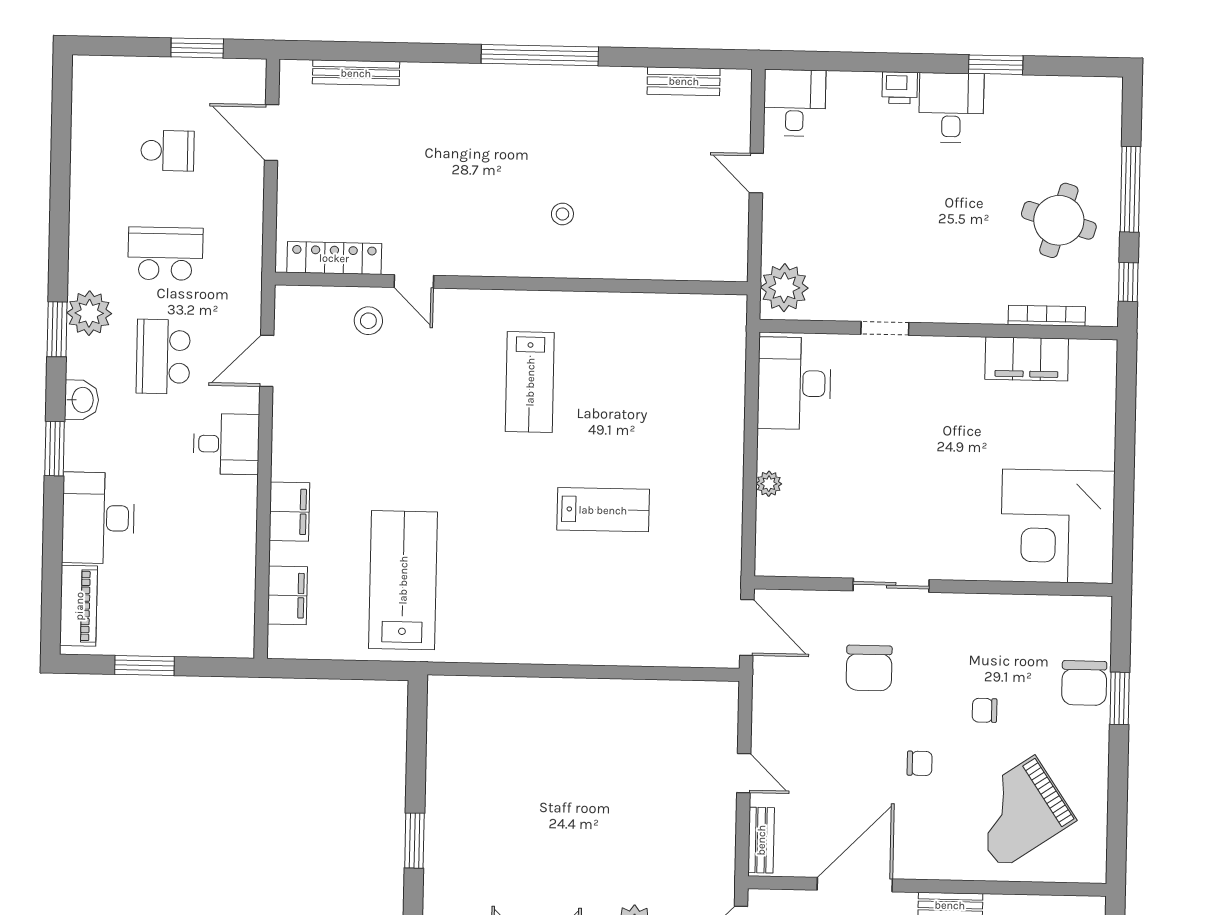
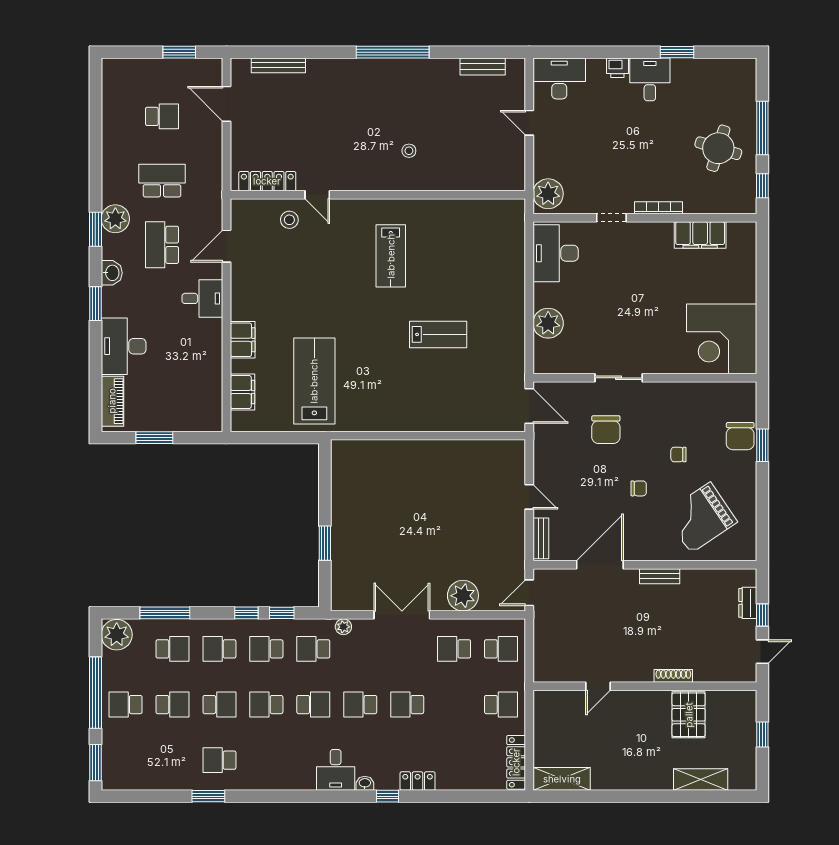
desk: (795, 103) -> (559, 78), width x1.37
bookcase: (1047, 316) -> (658, 208), moved
plant: (769, 484) -> (548, 323), width x1.88, depth x1.88

